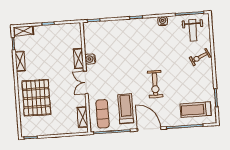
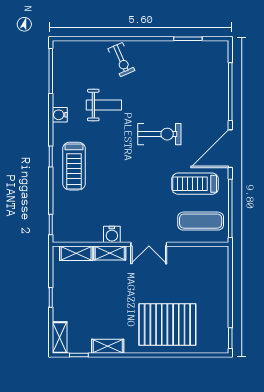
weight bench: (193, 30) -> (104, 105), moved
treadmill: (196, 110) -> (74, 166), moved
shelving: (83, 117) -> (76, 253), moved

